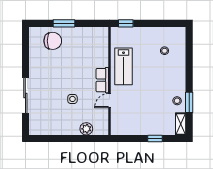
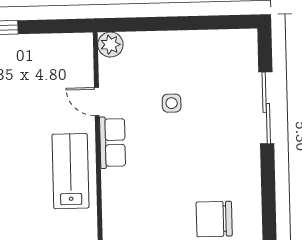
door: (110, 101) -> (97, 101), swing flipped
plant: (86, 129) -> (110, 45), moved

